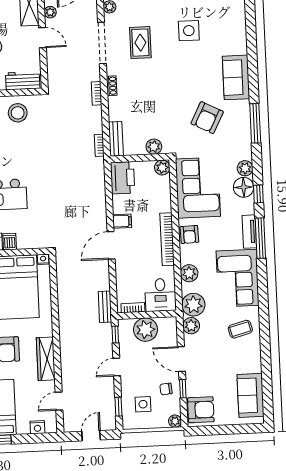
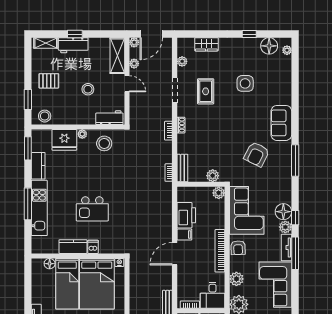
doorway: (102, 43) -> (175, 90), width x0.73
plant: (245, 168) -> (285, 227), moved
printer: (122, 178) -> (186, 215), moved

